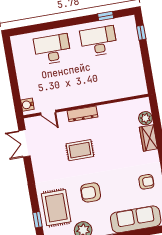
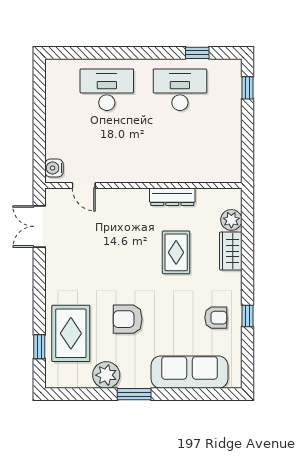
dresser: (83, 114) -> (172, 197), moved
rug: (80, 150) -> (176, 252), moved, turned 90

